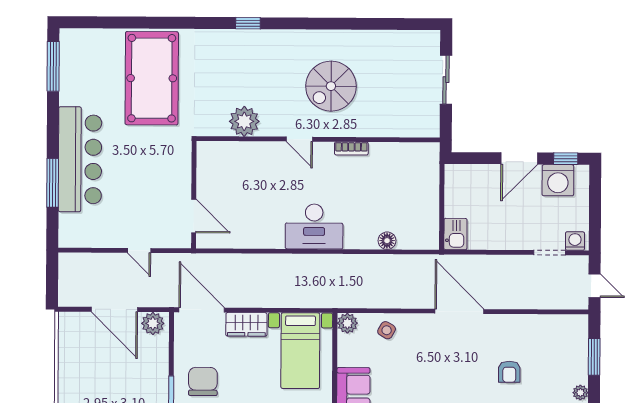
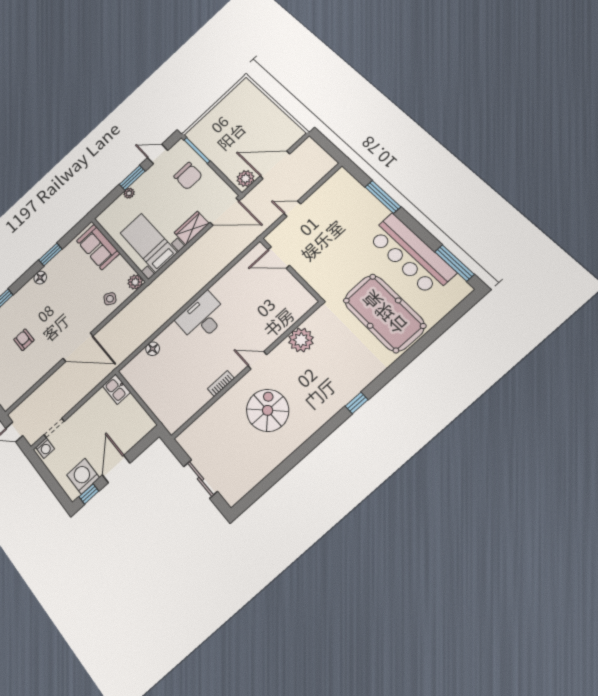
bar counter: (80, 159) -> (411, 254), moved

